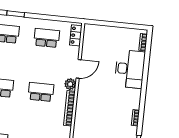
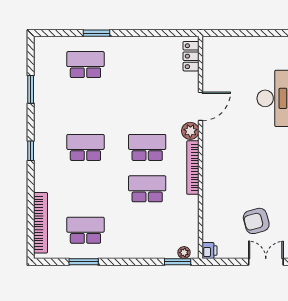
school desk: (47, 38) -> (147, 189), moved

